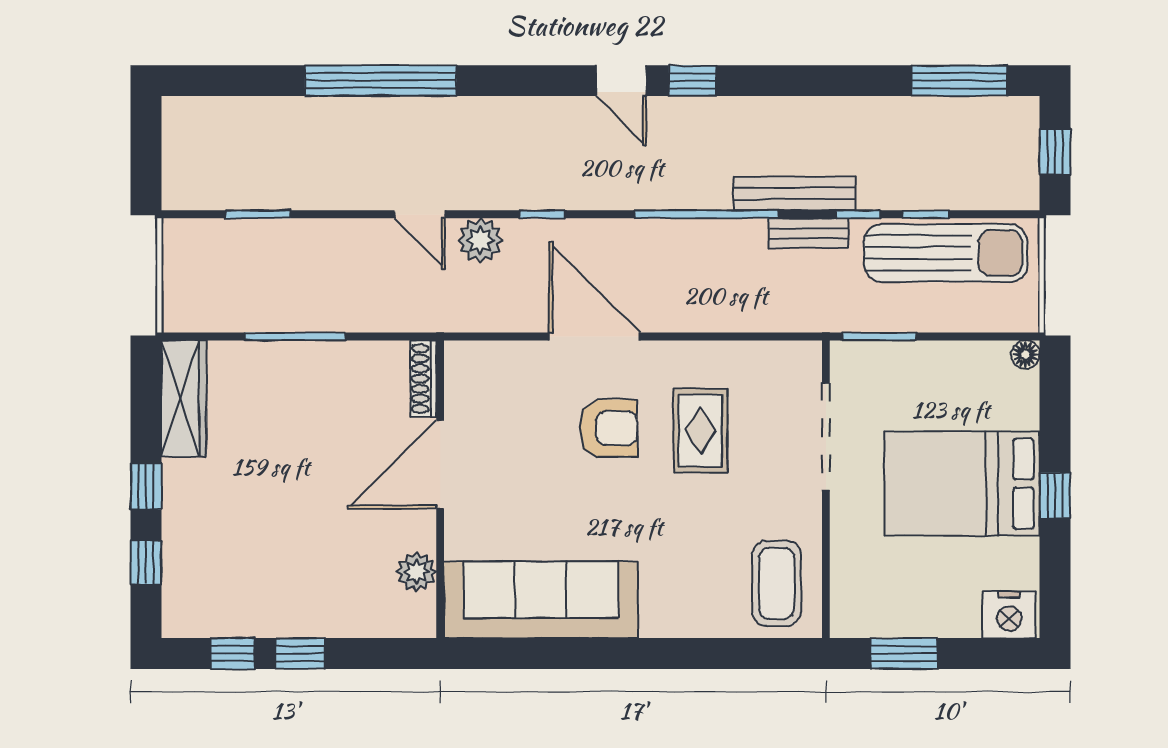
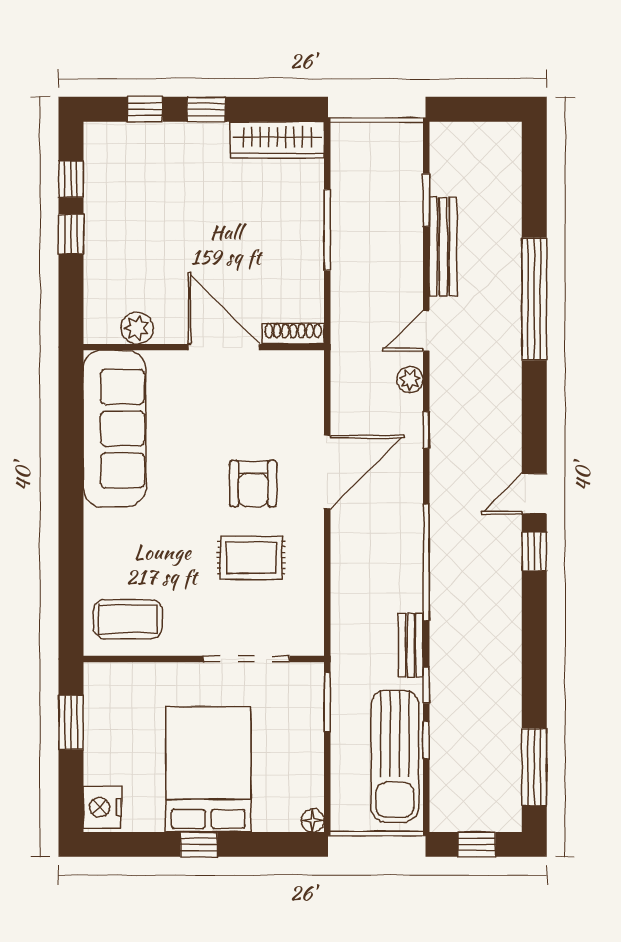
bench: (795, 193) -> (443, 247), moved
plant: (480, 240) -> (410, 380), width x0.73, depth x0.73

